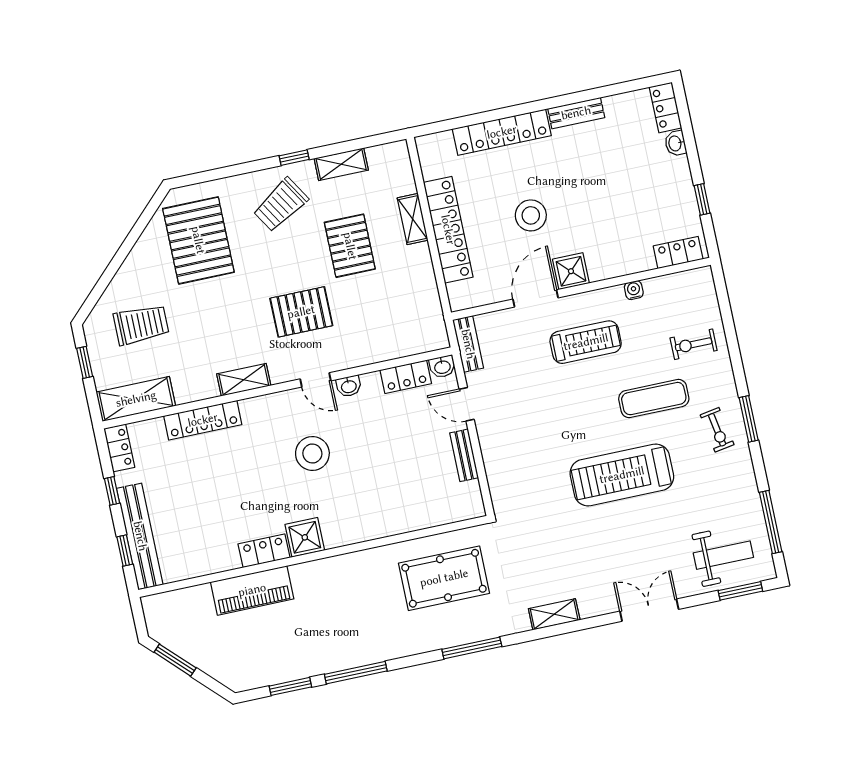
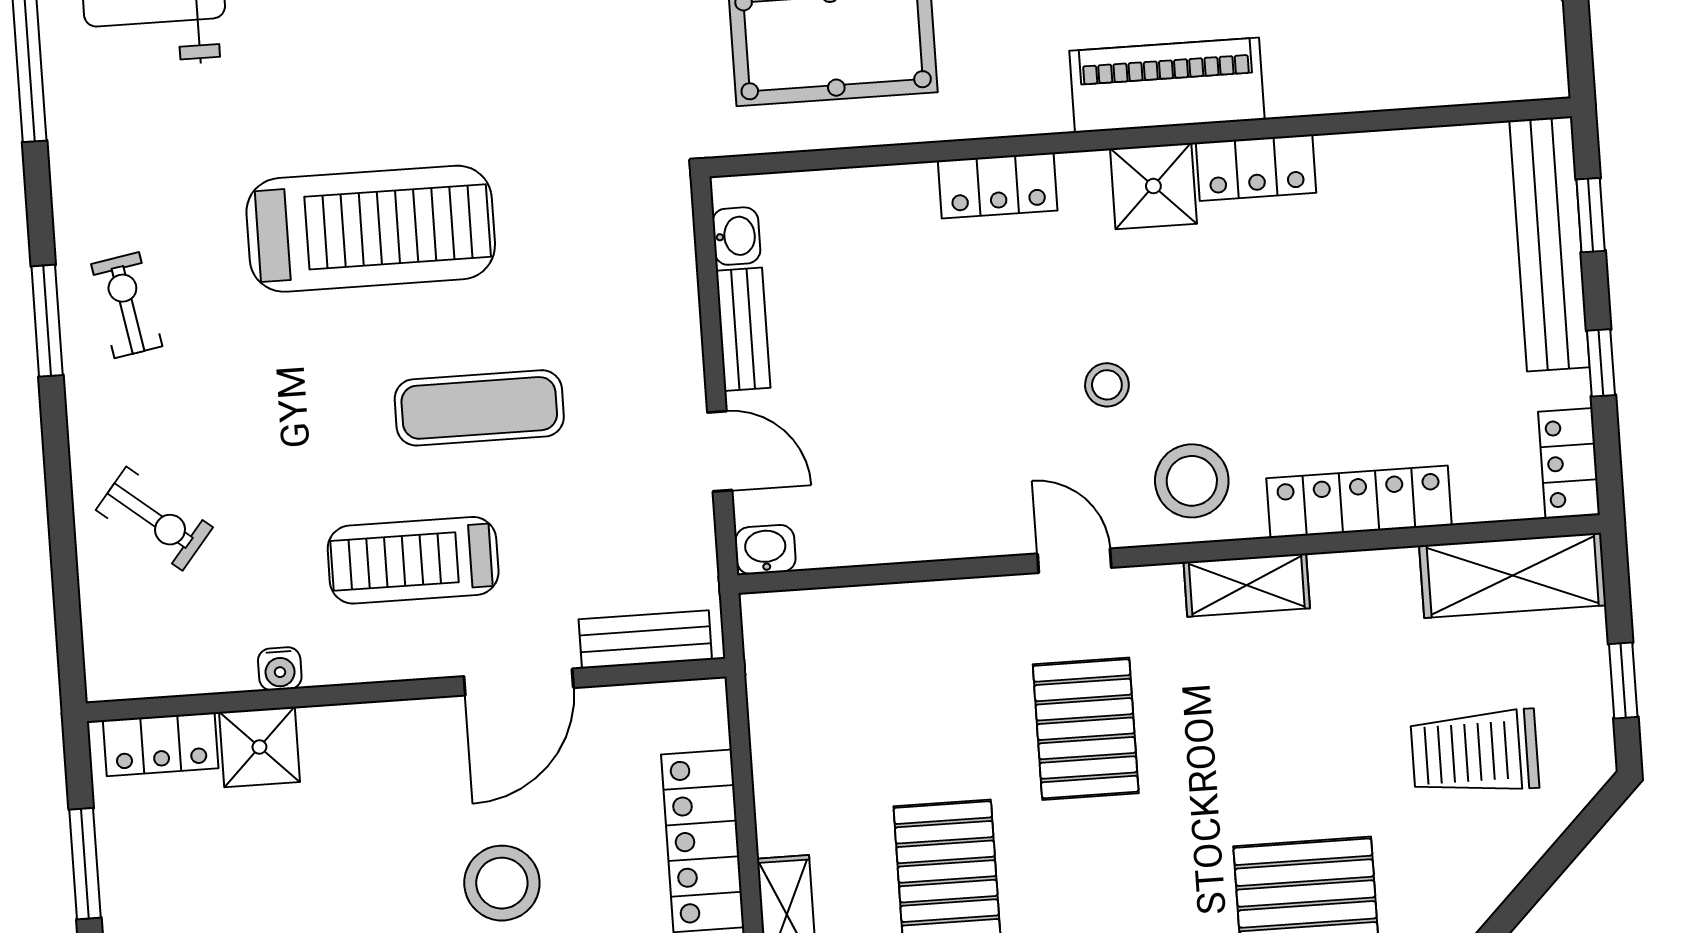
window: (702, 199) -> (85, 864), width x1.50
shower: (571, 271) -> (259, 747), moved
pallet: (301, 312) -> (1086, 729), turned 90
bench: (468, 344) -> (645, 639), moved, turned 90
exercise bike: (694, 344) -> (154, 519), turned 39
locker: (406, 377) -> (998, 185), moved, turned 180
washbasin: (349, 386) -> (736, 236), moved, turned 90
exercise mat: (654, 399) -> (479, 408), moved
stool: (272, 419) -> (1192, 481), added
stool: (312, 454) -> (1107, 385), width x0.53, depth x0.53
piano: (252, 590) -> (1167, 85), moved

